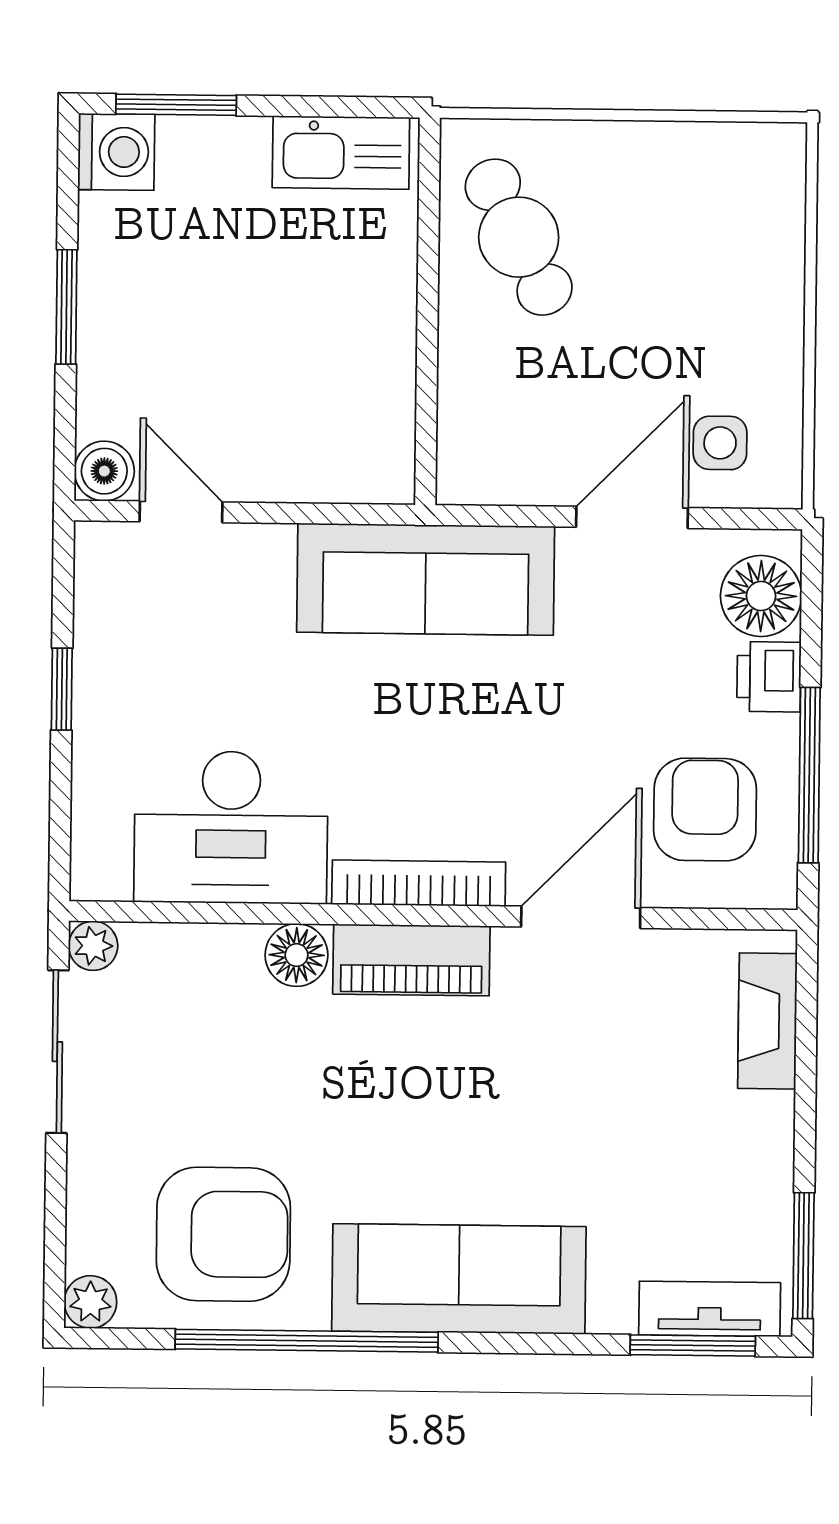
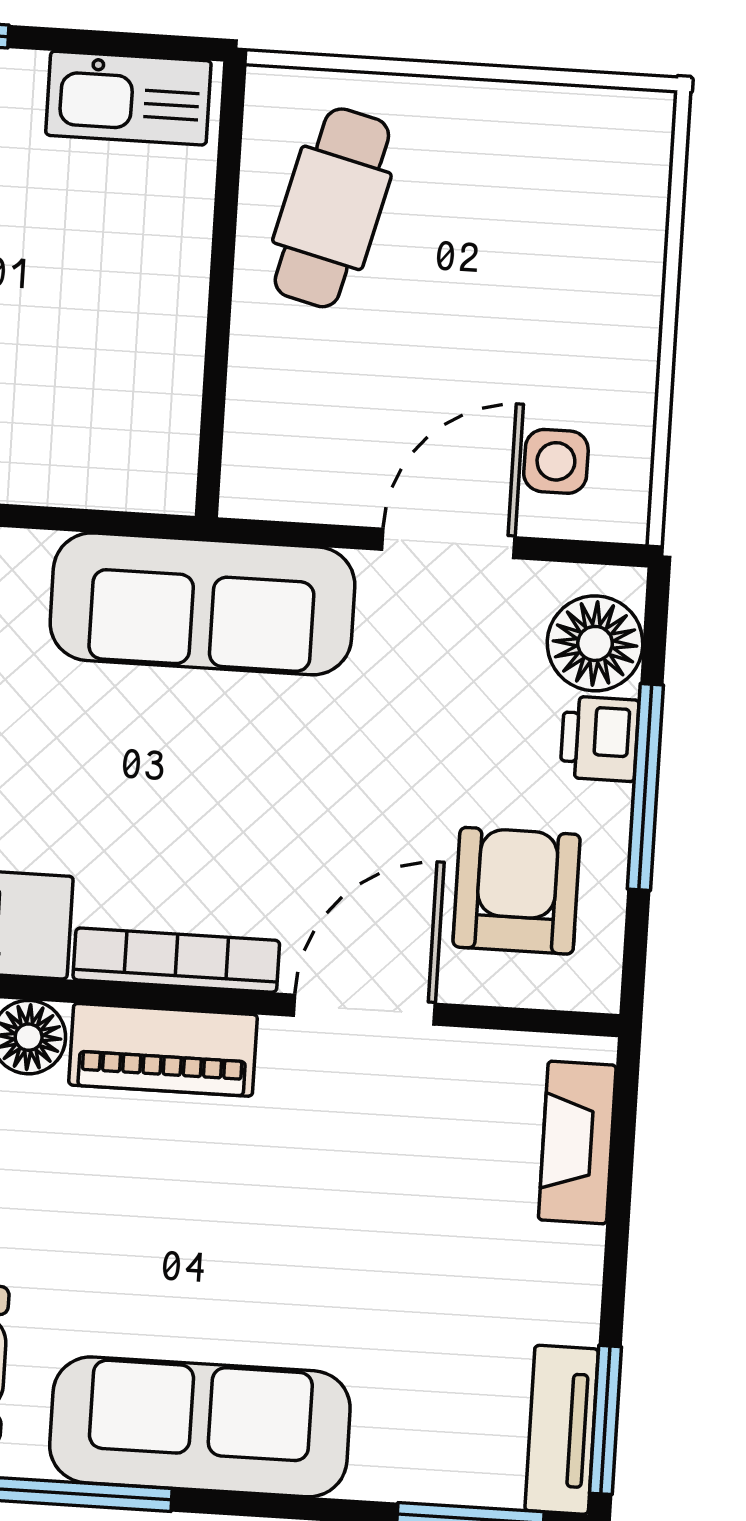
cafe table: (519, 237) -> (332, 208), turned 41
window: (809, 775) -> (645, 787), moved
tv unit: (710, 1309) -> (562, 1430), moved, turned -90

